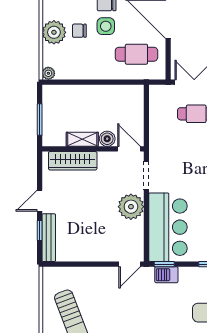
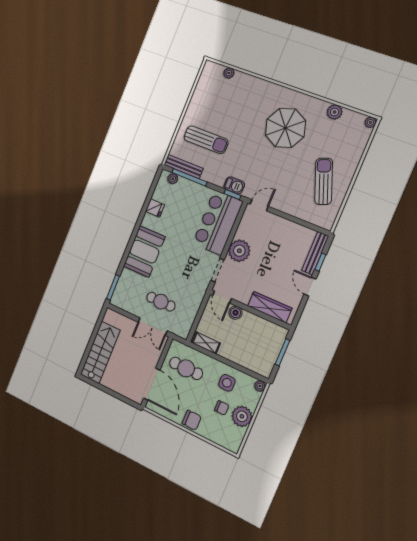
side table: (106, 26) -> (227, 383), moved
shelving: (82, 139) -> (206, 343), moved
door: (40, 201) -> (310, 287), swing flipped

